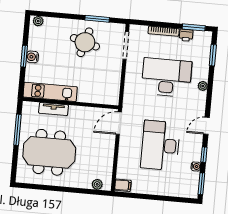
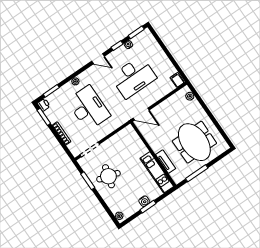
printer: (186, 35) -> (44, 105), moved
desk: (166, 77) -> (89, 108), turned 180

